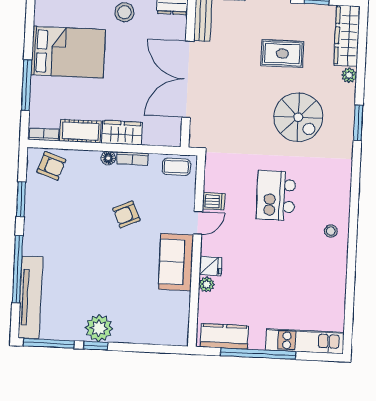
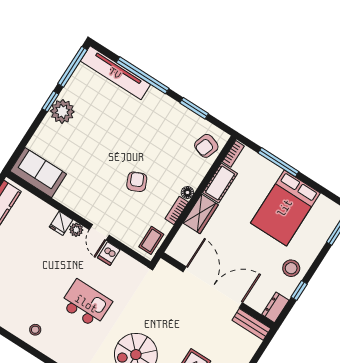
sofa: (176, 262) -> (38, 173), moved
plant: (207, 284) -> (76, 230), moved

